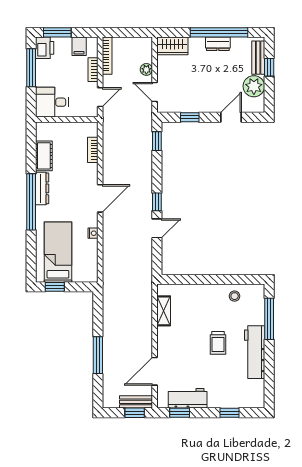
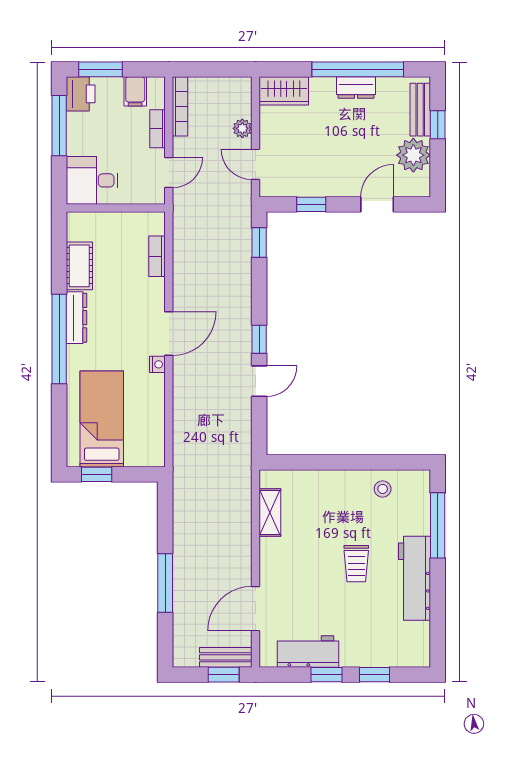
nightstand: (93, 233) -> (157, 364), moved
window: (180, 413) -> (326, 675), moved

